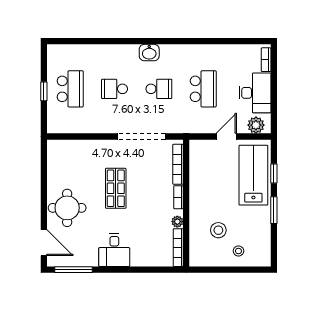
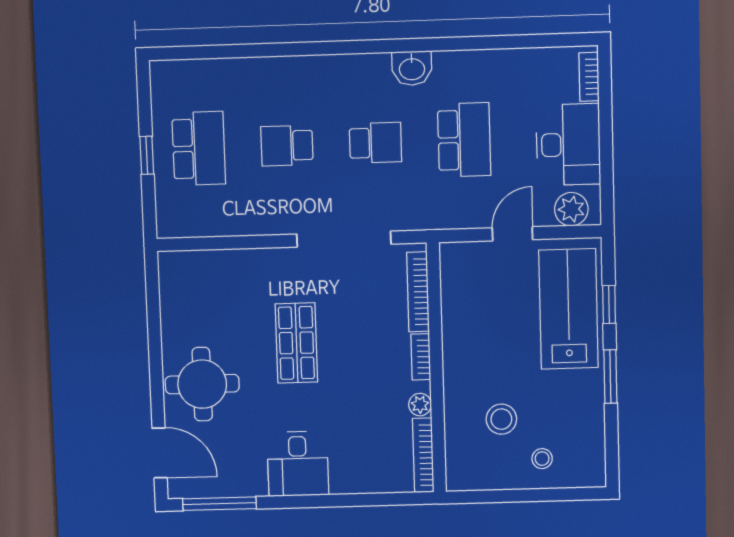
washbasin: (149, 53) -> (412, 68), moved

